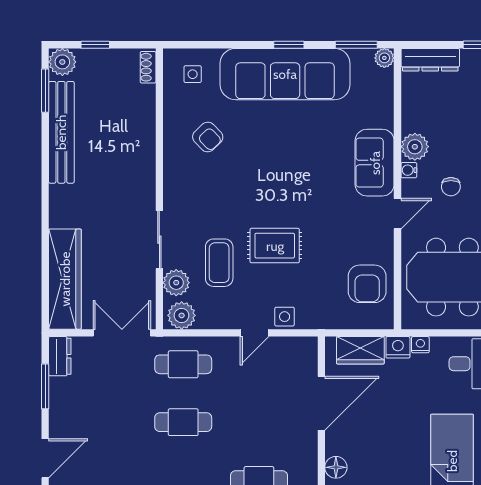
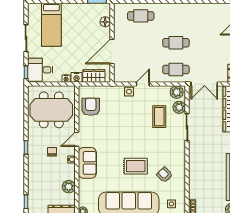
plant: (415, 147) -> (69, 187), moved
rug: (275, 246) -> (136, 166), moved

